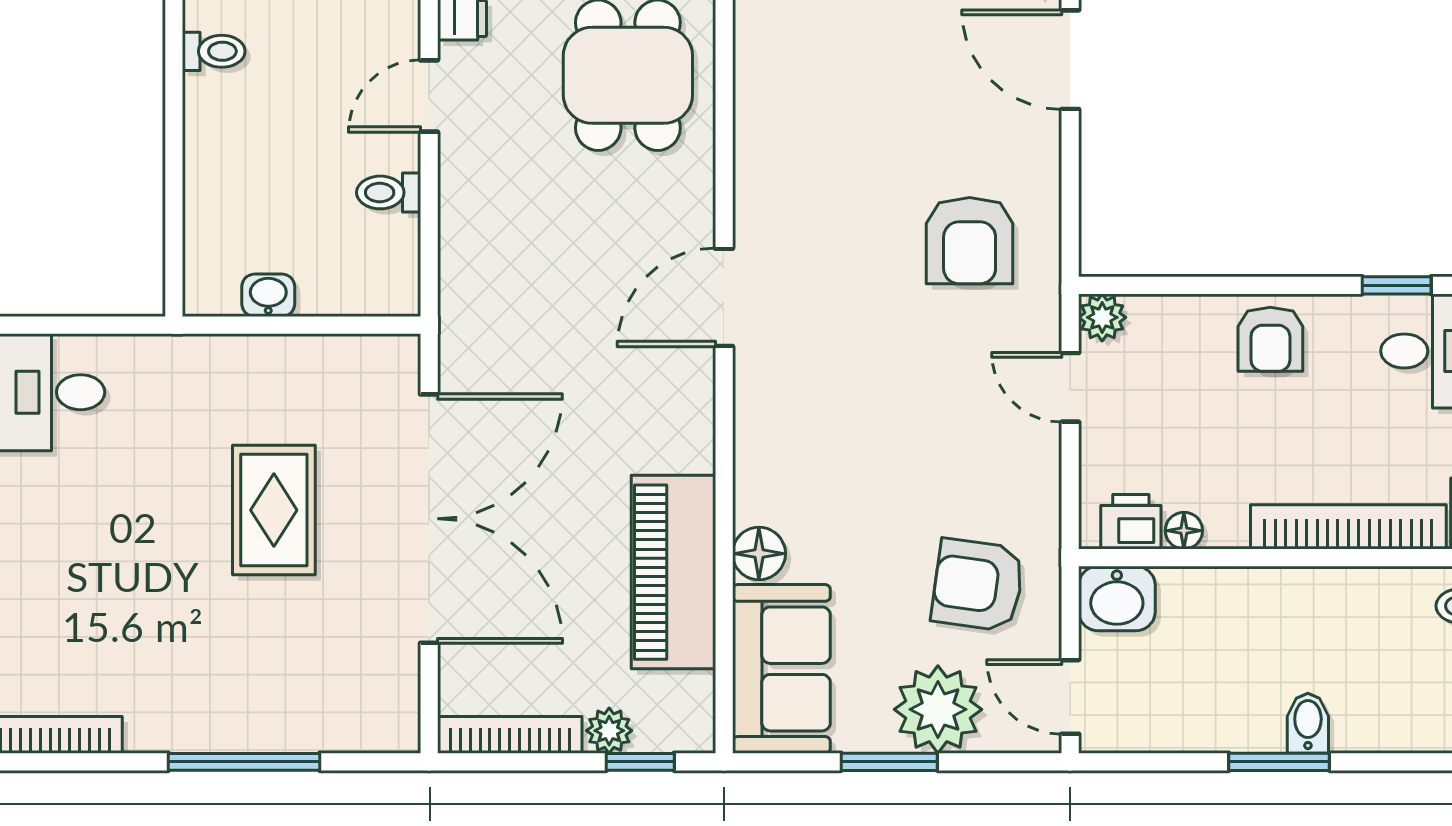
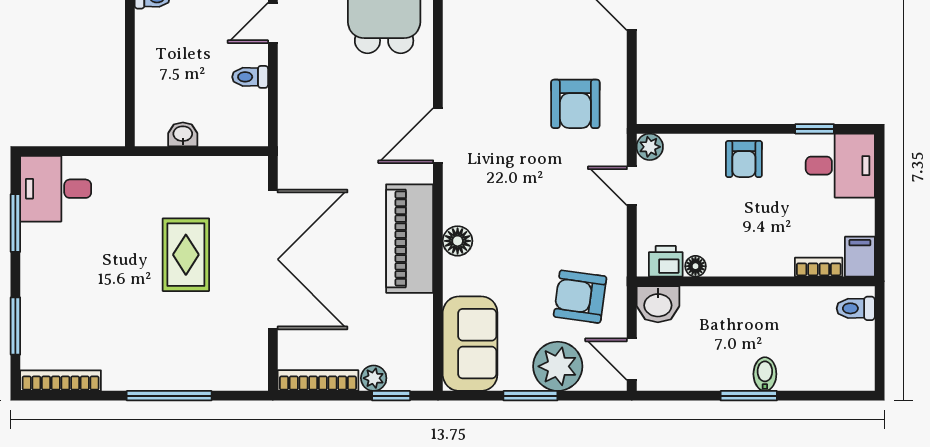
bookcase: (1348, 527) -> (819, 267), width x0.43, depth x0.76
floor lamp: (759, 554) -> (458, 241), moved
piano: (673, 572) -> (410, 239), moved

